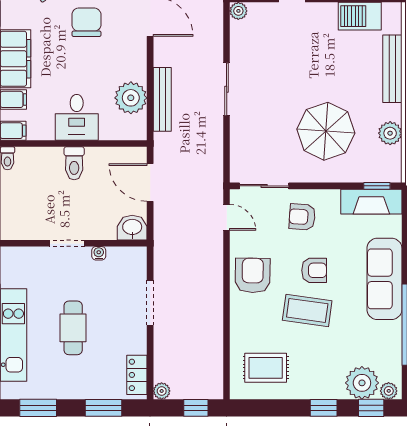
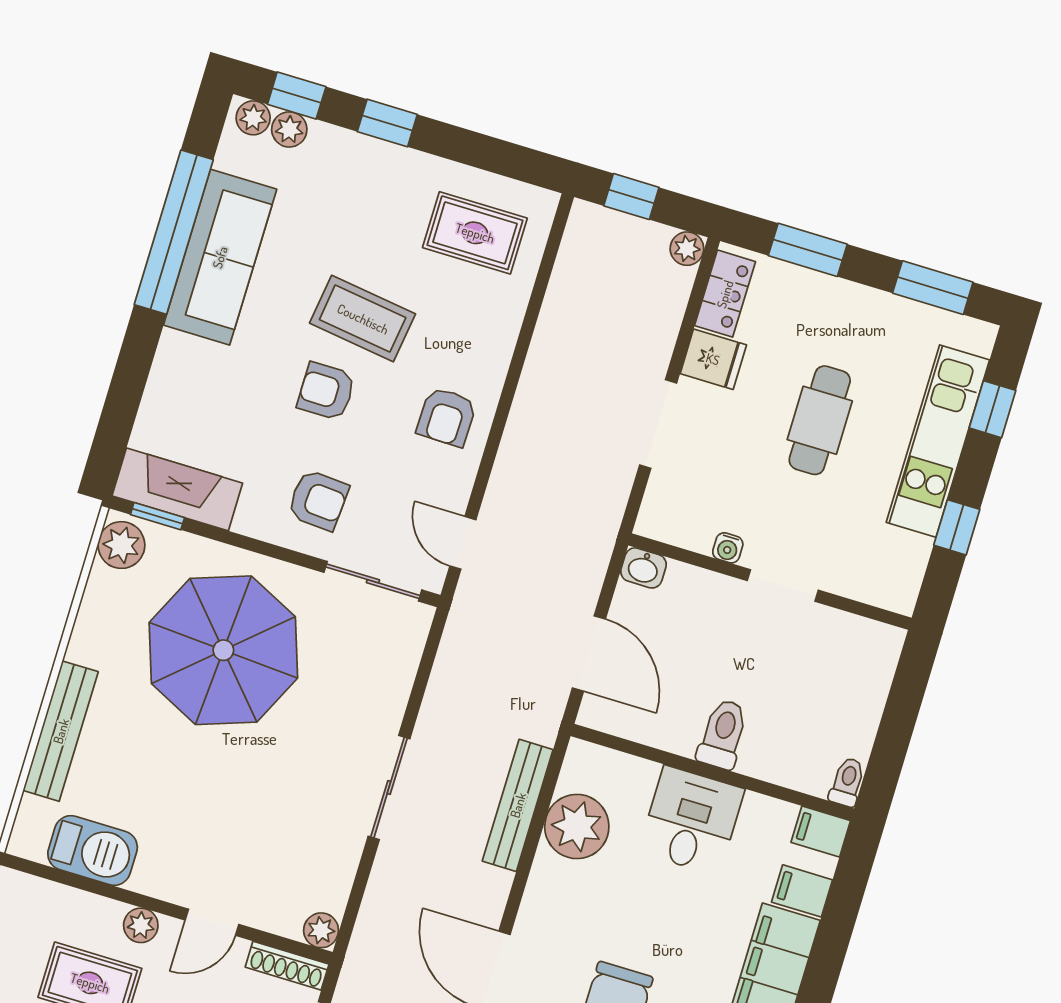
parasol: (326, 131) -> (223, 650), width x1.36, depth x1.36
plant: (390, 133) -> (121, 545), moved
washbasin: (132, 228) -> (643, 568), width x0.72, depth x0.69
armchair: (253, 275) -> (447, 417), width x0.72, depth x0.72
sofa: (384, 279) -> (220, 257), moved
fridge: (133, 342) -> (713, 359), added
plant: (362, 383) -> (289, 129), width x0.53, depth x0.53

